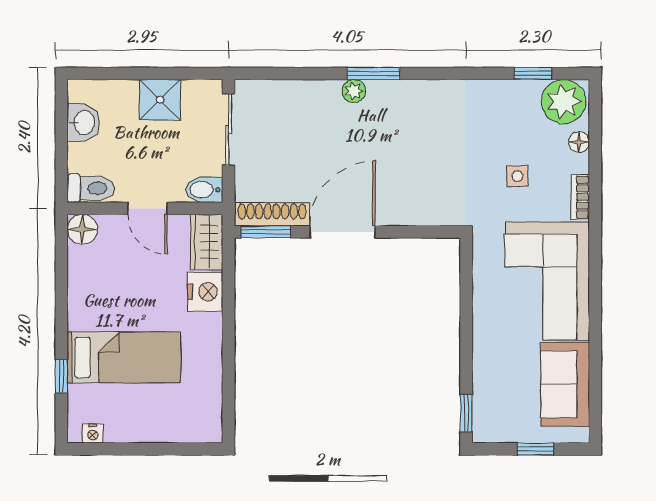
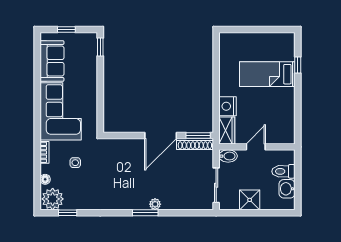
toilet: (91, 188) -> (283, 171), moved
door: (147, 208) -> (256, 147), hinge flipped
floor lamp: (82, 229) -> (288, 137), removed
nightstand: (93, 433) -> (282, 37), removed

